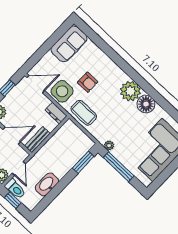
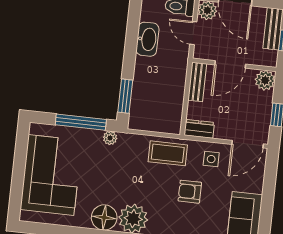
side table: (62, 91) -> (211, 159), width x0.54, depth x0.54

